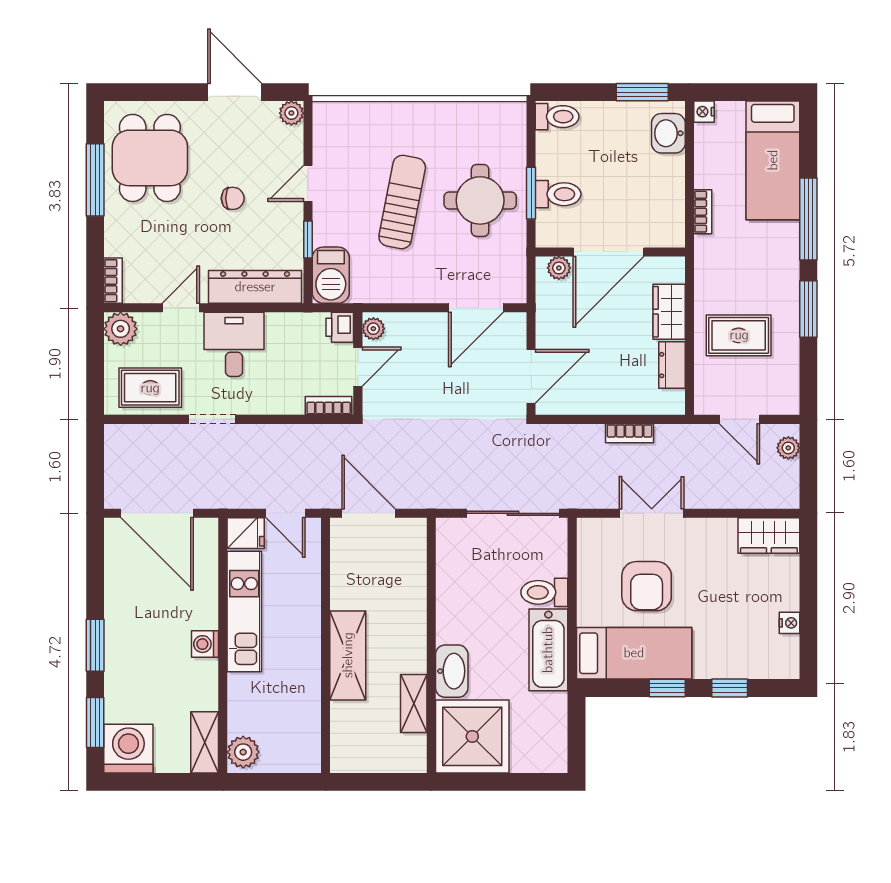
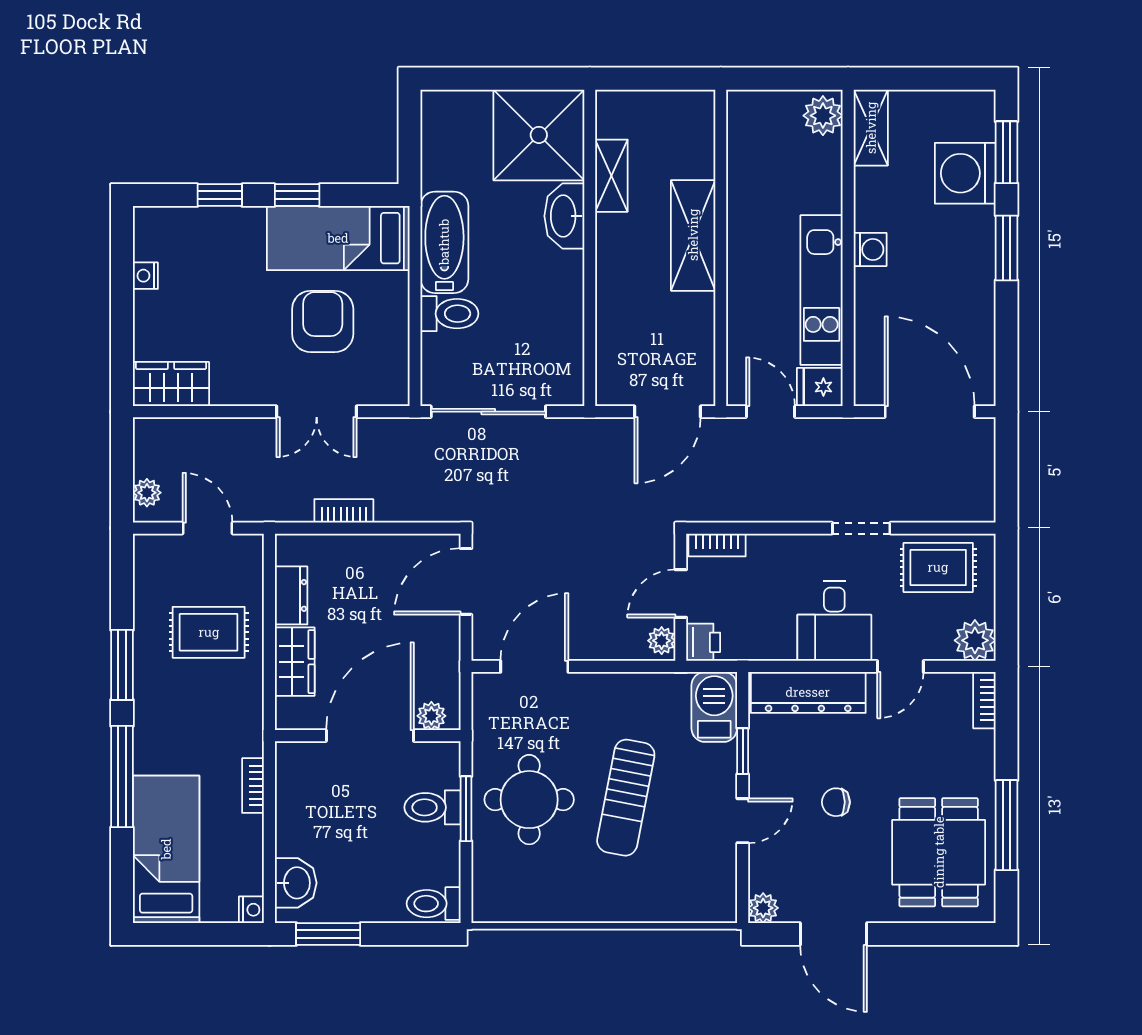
door: (368, 513) -> (668, 412), hinge flipped
washing machine: (128, 749) -> (965, 173), moved, turned 90

